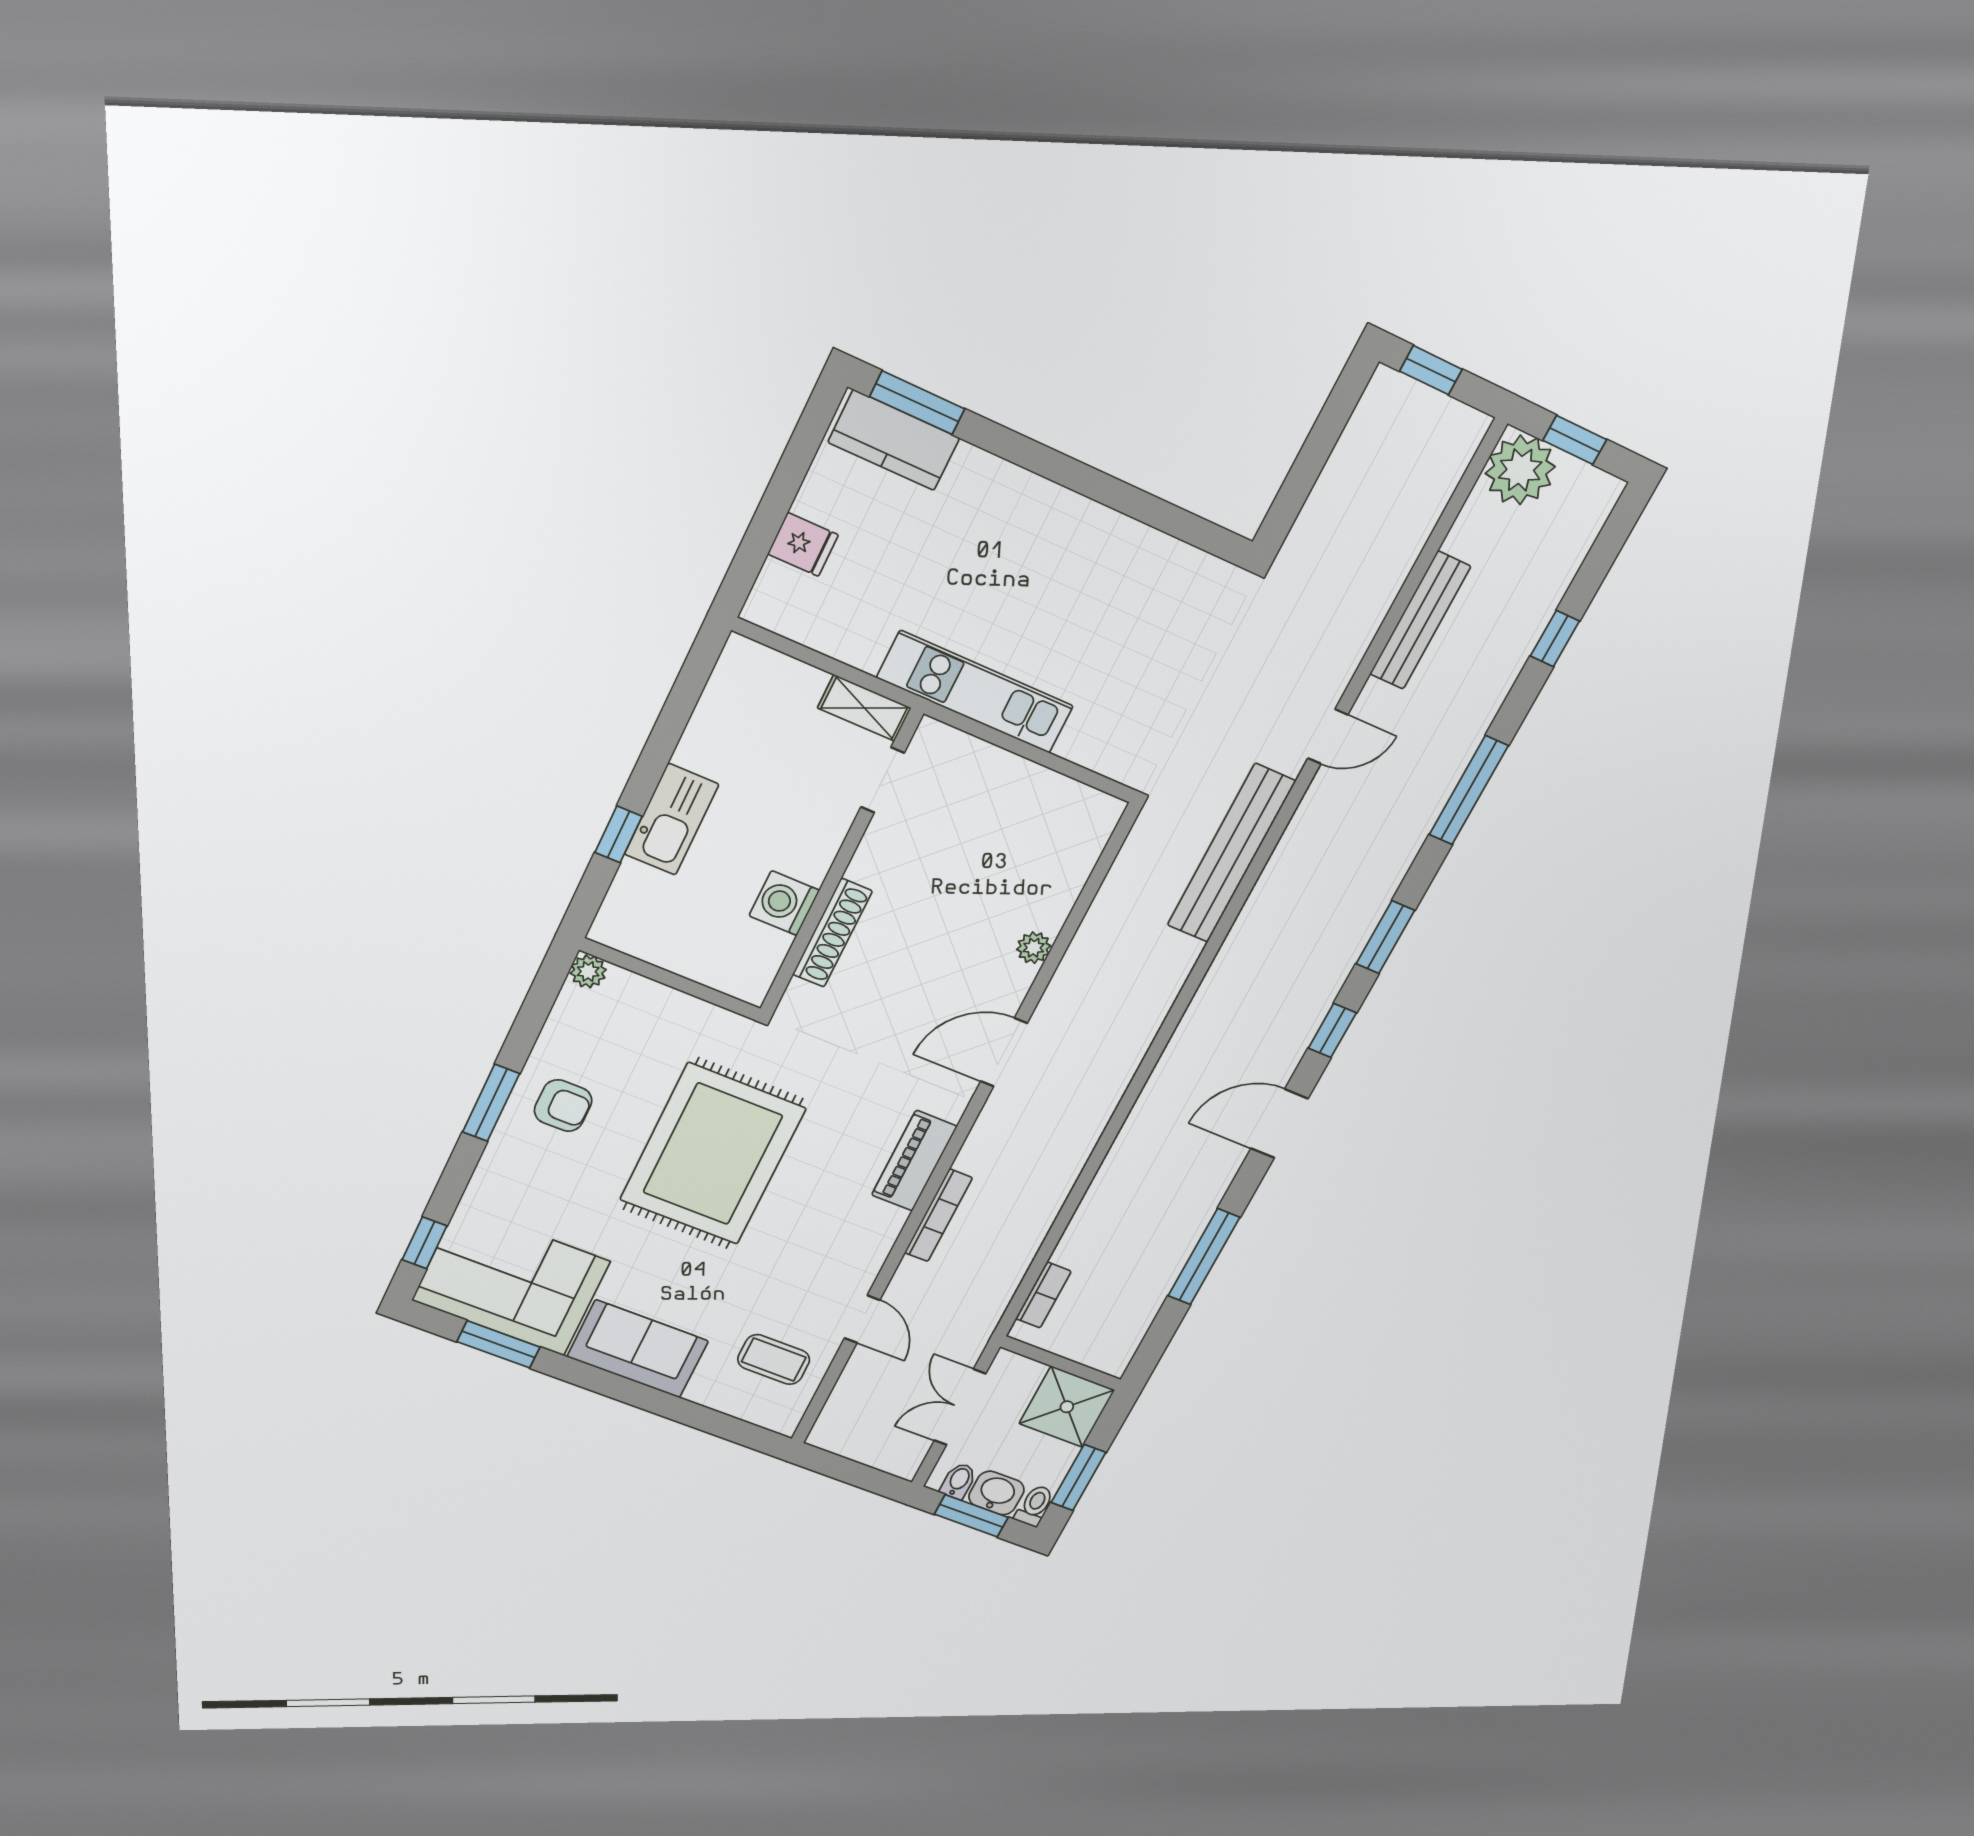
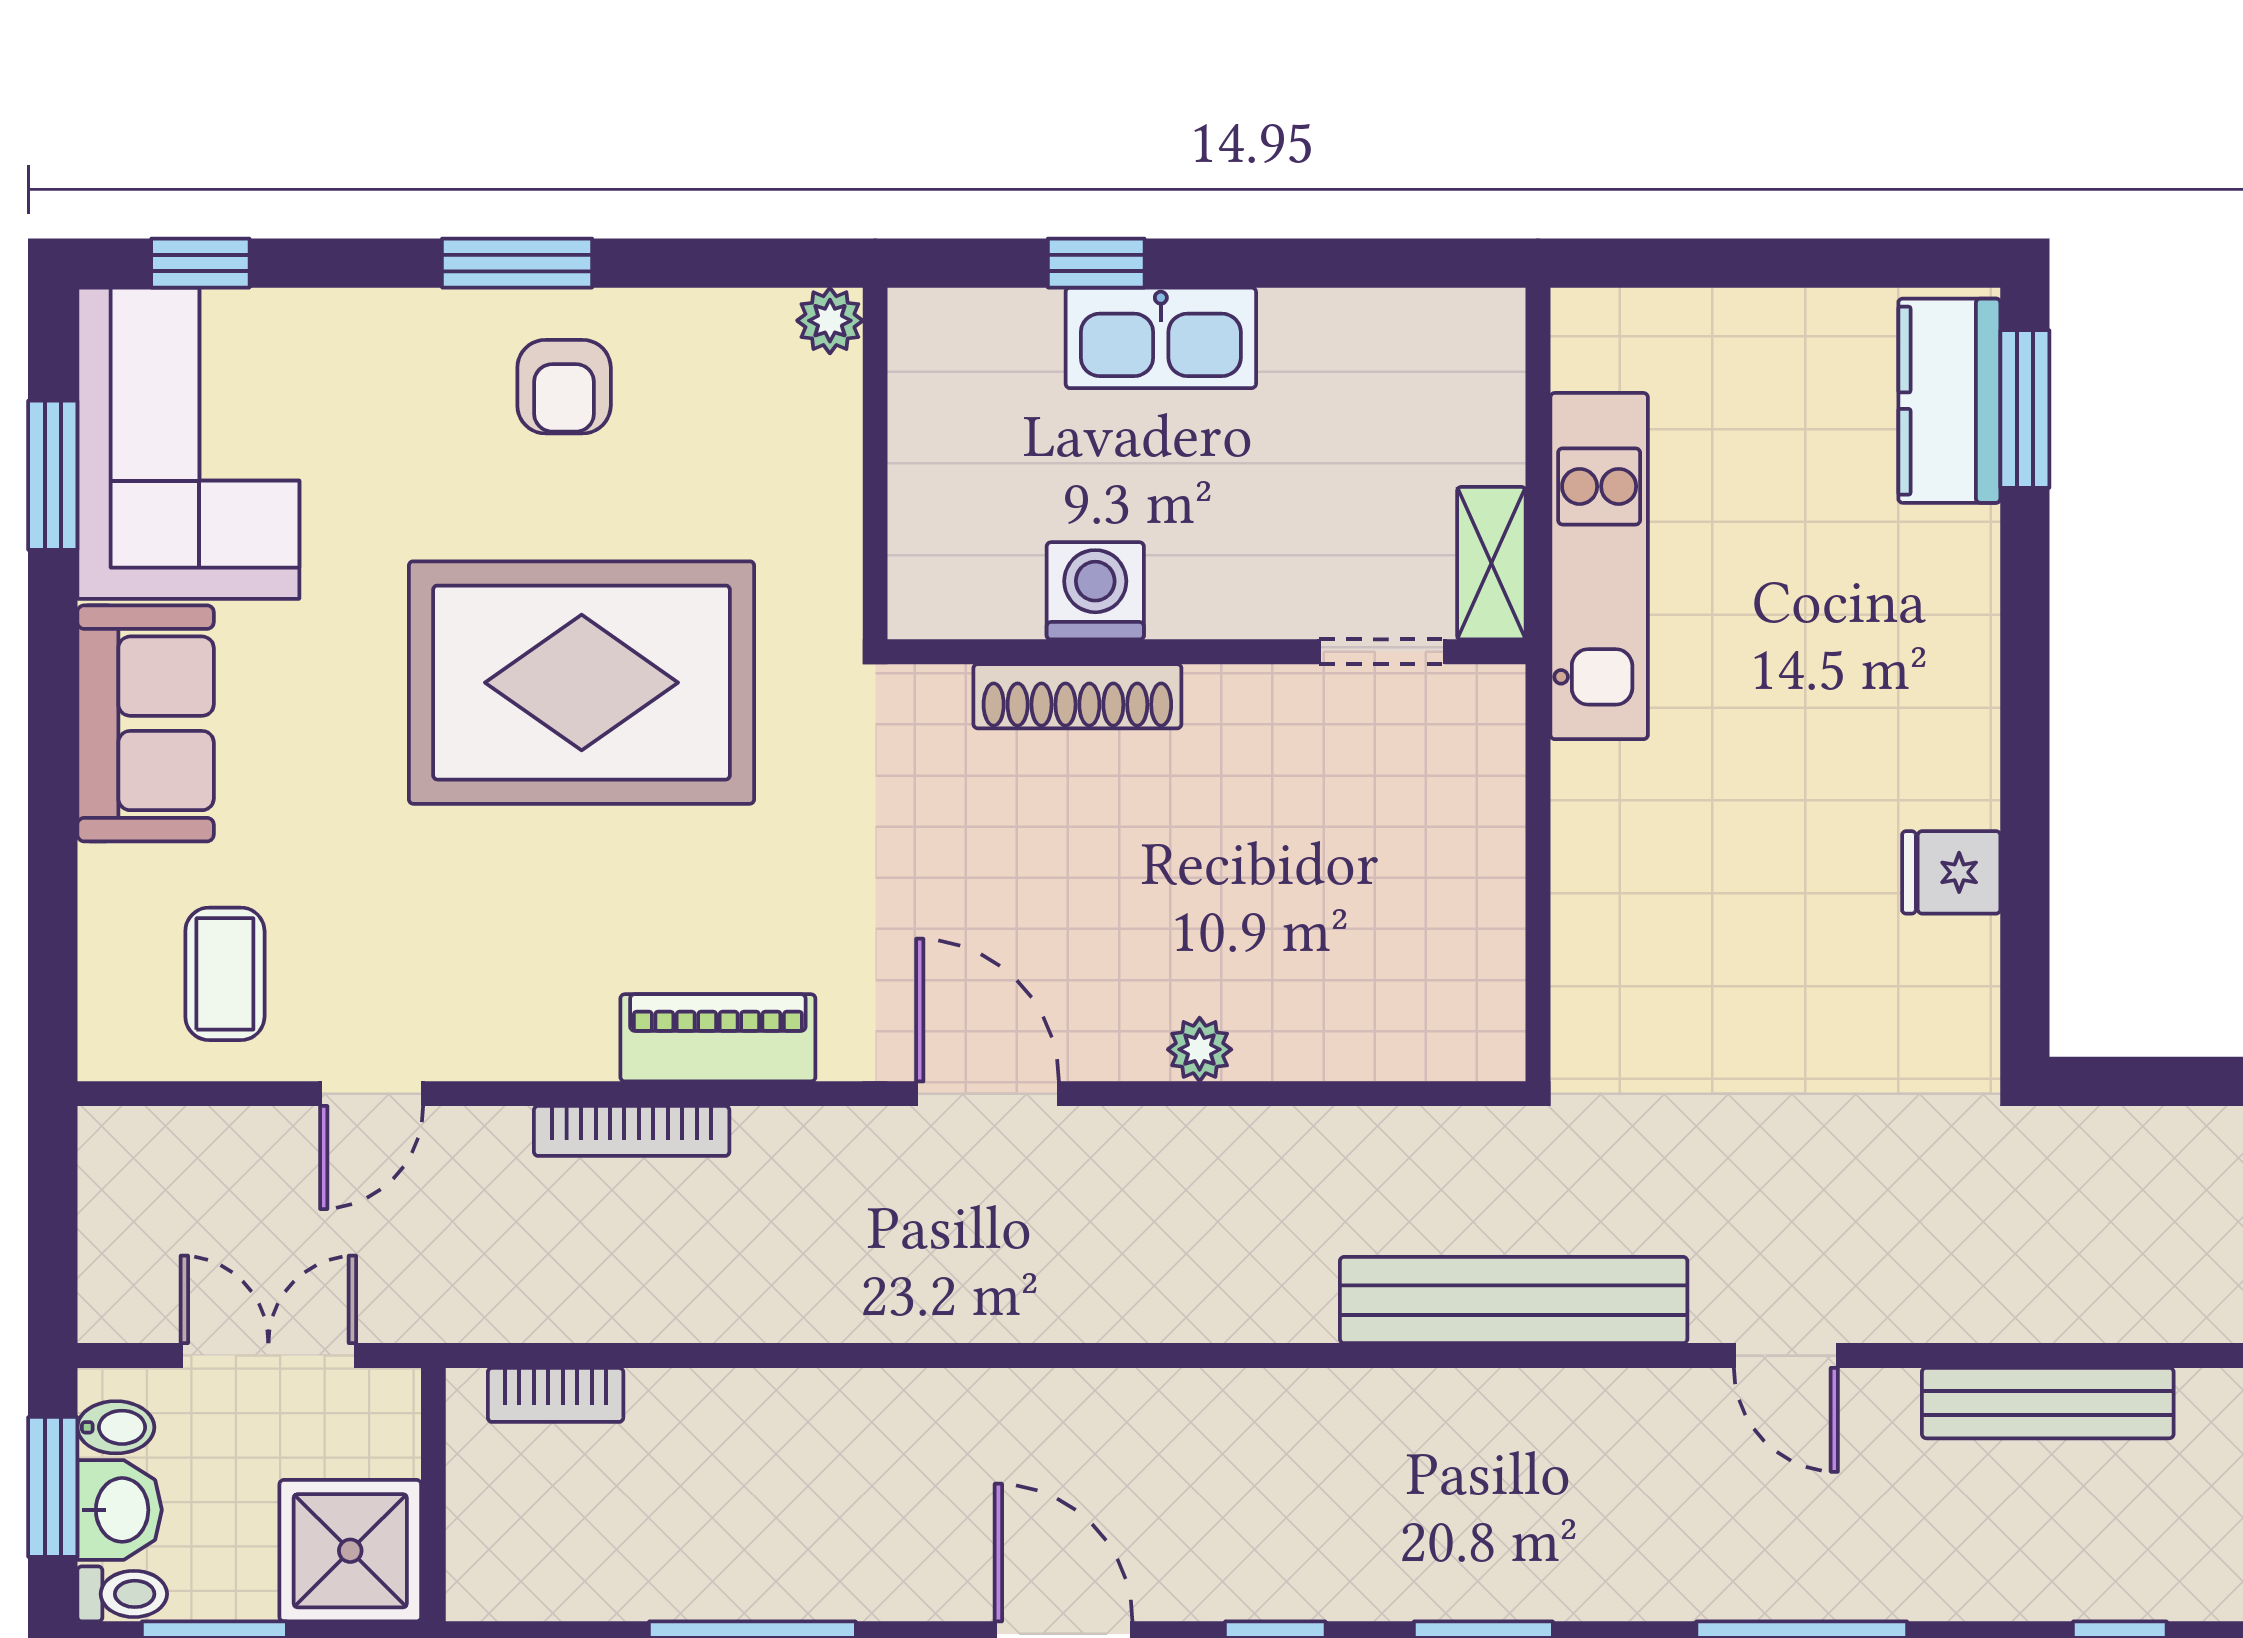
fridge: (803, 544) -> (1951, 872), moved, turned 90
kitchen unit: (975, 692) -> (1599, 566), moved

